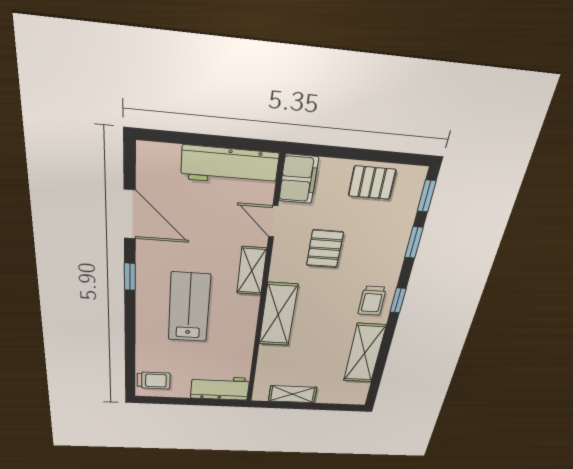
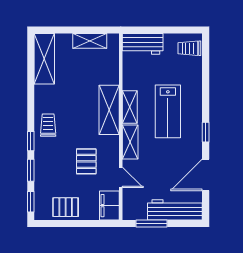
window: (228, 142) -> (152, 224), added
workbench: (230, 166) -> (175, 210), moved
door: (130, 214) -> (206, 175), hinge flipped
window: (398, 300) -> (31, 141), moved
shelving: (247, 316) -> (130, 107), added
shelving: (364, 353) -> (44, 59), moved

